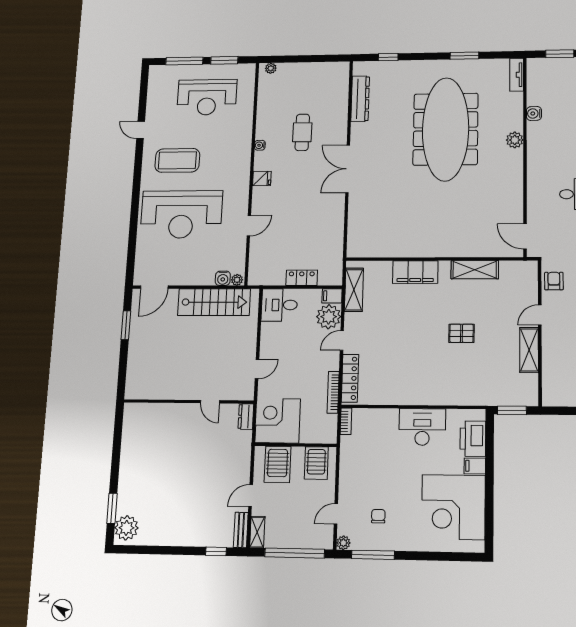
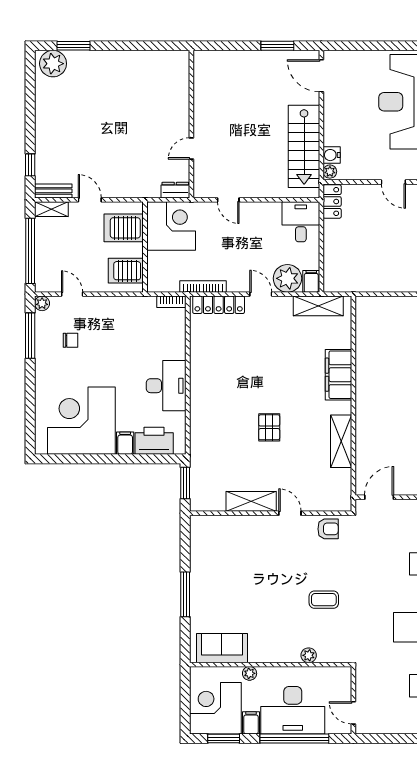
locker: (302, 278) -> (332, 202), moved

